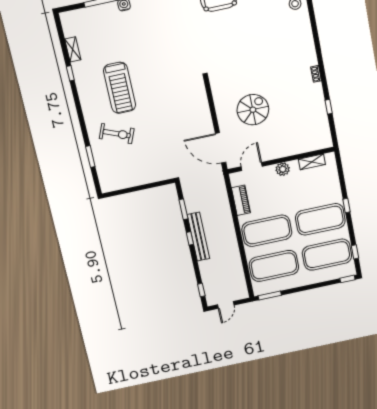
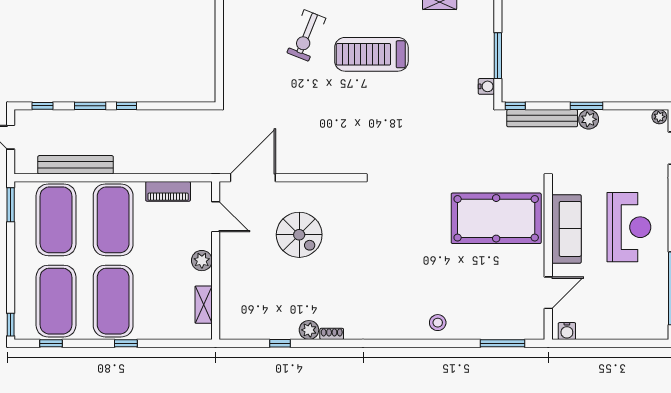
plant: (316, 90) -> (309, 330), added
window: (183, 209) -> (90, 106), moved
bench: (198, 237) -> (76, 165), moved

